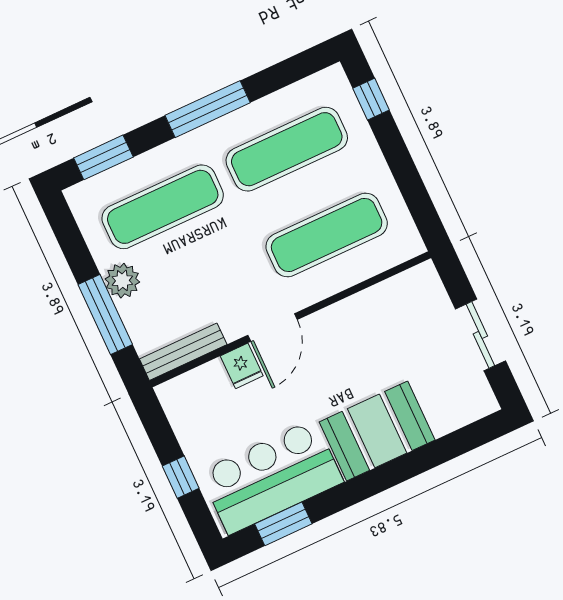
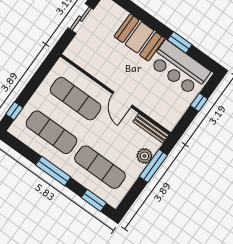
plant: (122, 281) -> (144, 156), moved
door: (273, 327) -> (122, 99), swing flipped
fridge: (242, 366) -> (144, 103), removed
window: (283, 524) -> (180, 42), moved

